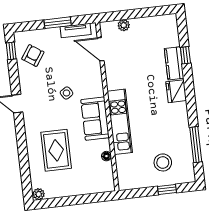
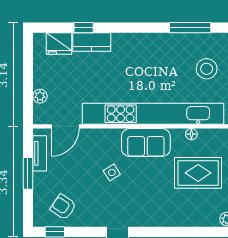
fridge: (176, 91) -> (59, 43), moved
kitchen unit: (120, 122) -> (153, 114), width x1.86
rug: (56, 150) -> (198, 173), moved

